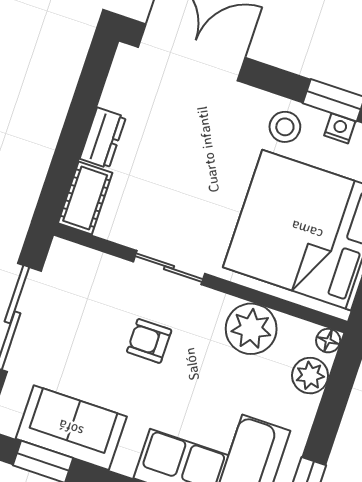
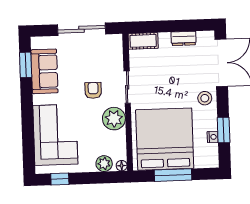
stool: (285, 127) -> (205, 98), moved
dresser: (103, 138) -> (184, 38), moved
plant: (251, 329) -> (114, 119), moved

